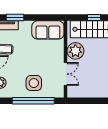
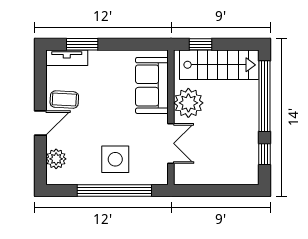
window: (94, 18) -> (200, 44), moved
sofa: (48, 30) -> (152, 85), moved, turned 90

